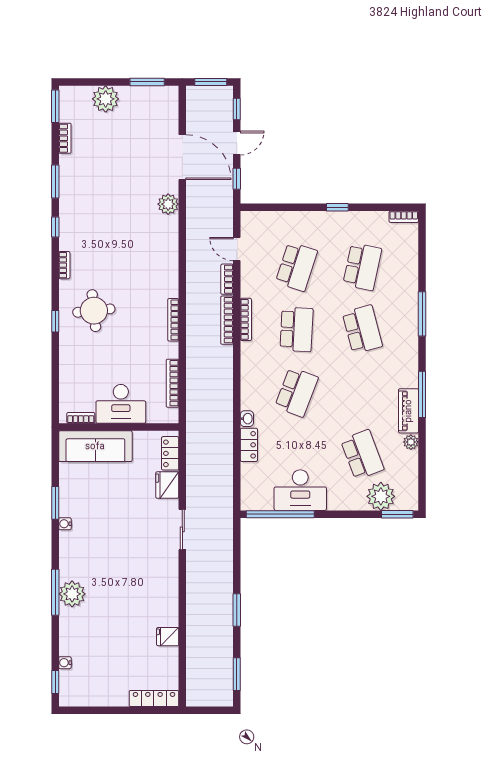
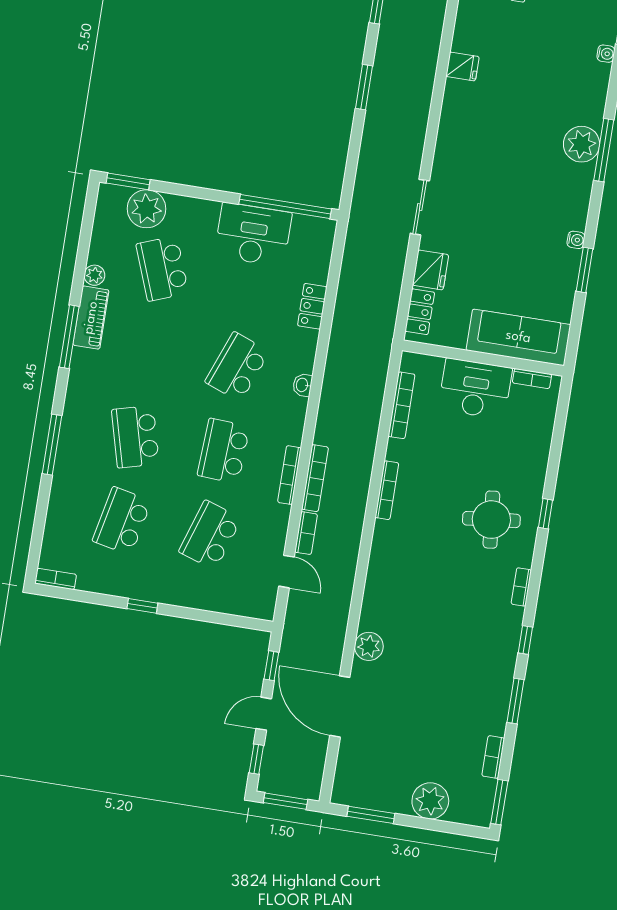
washbasin: (247, 419) -> (302, 385), moved

